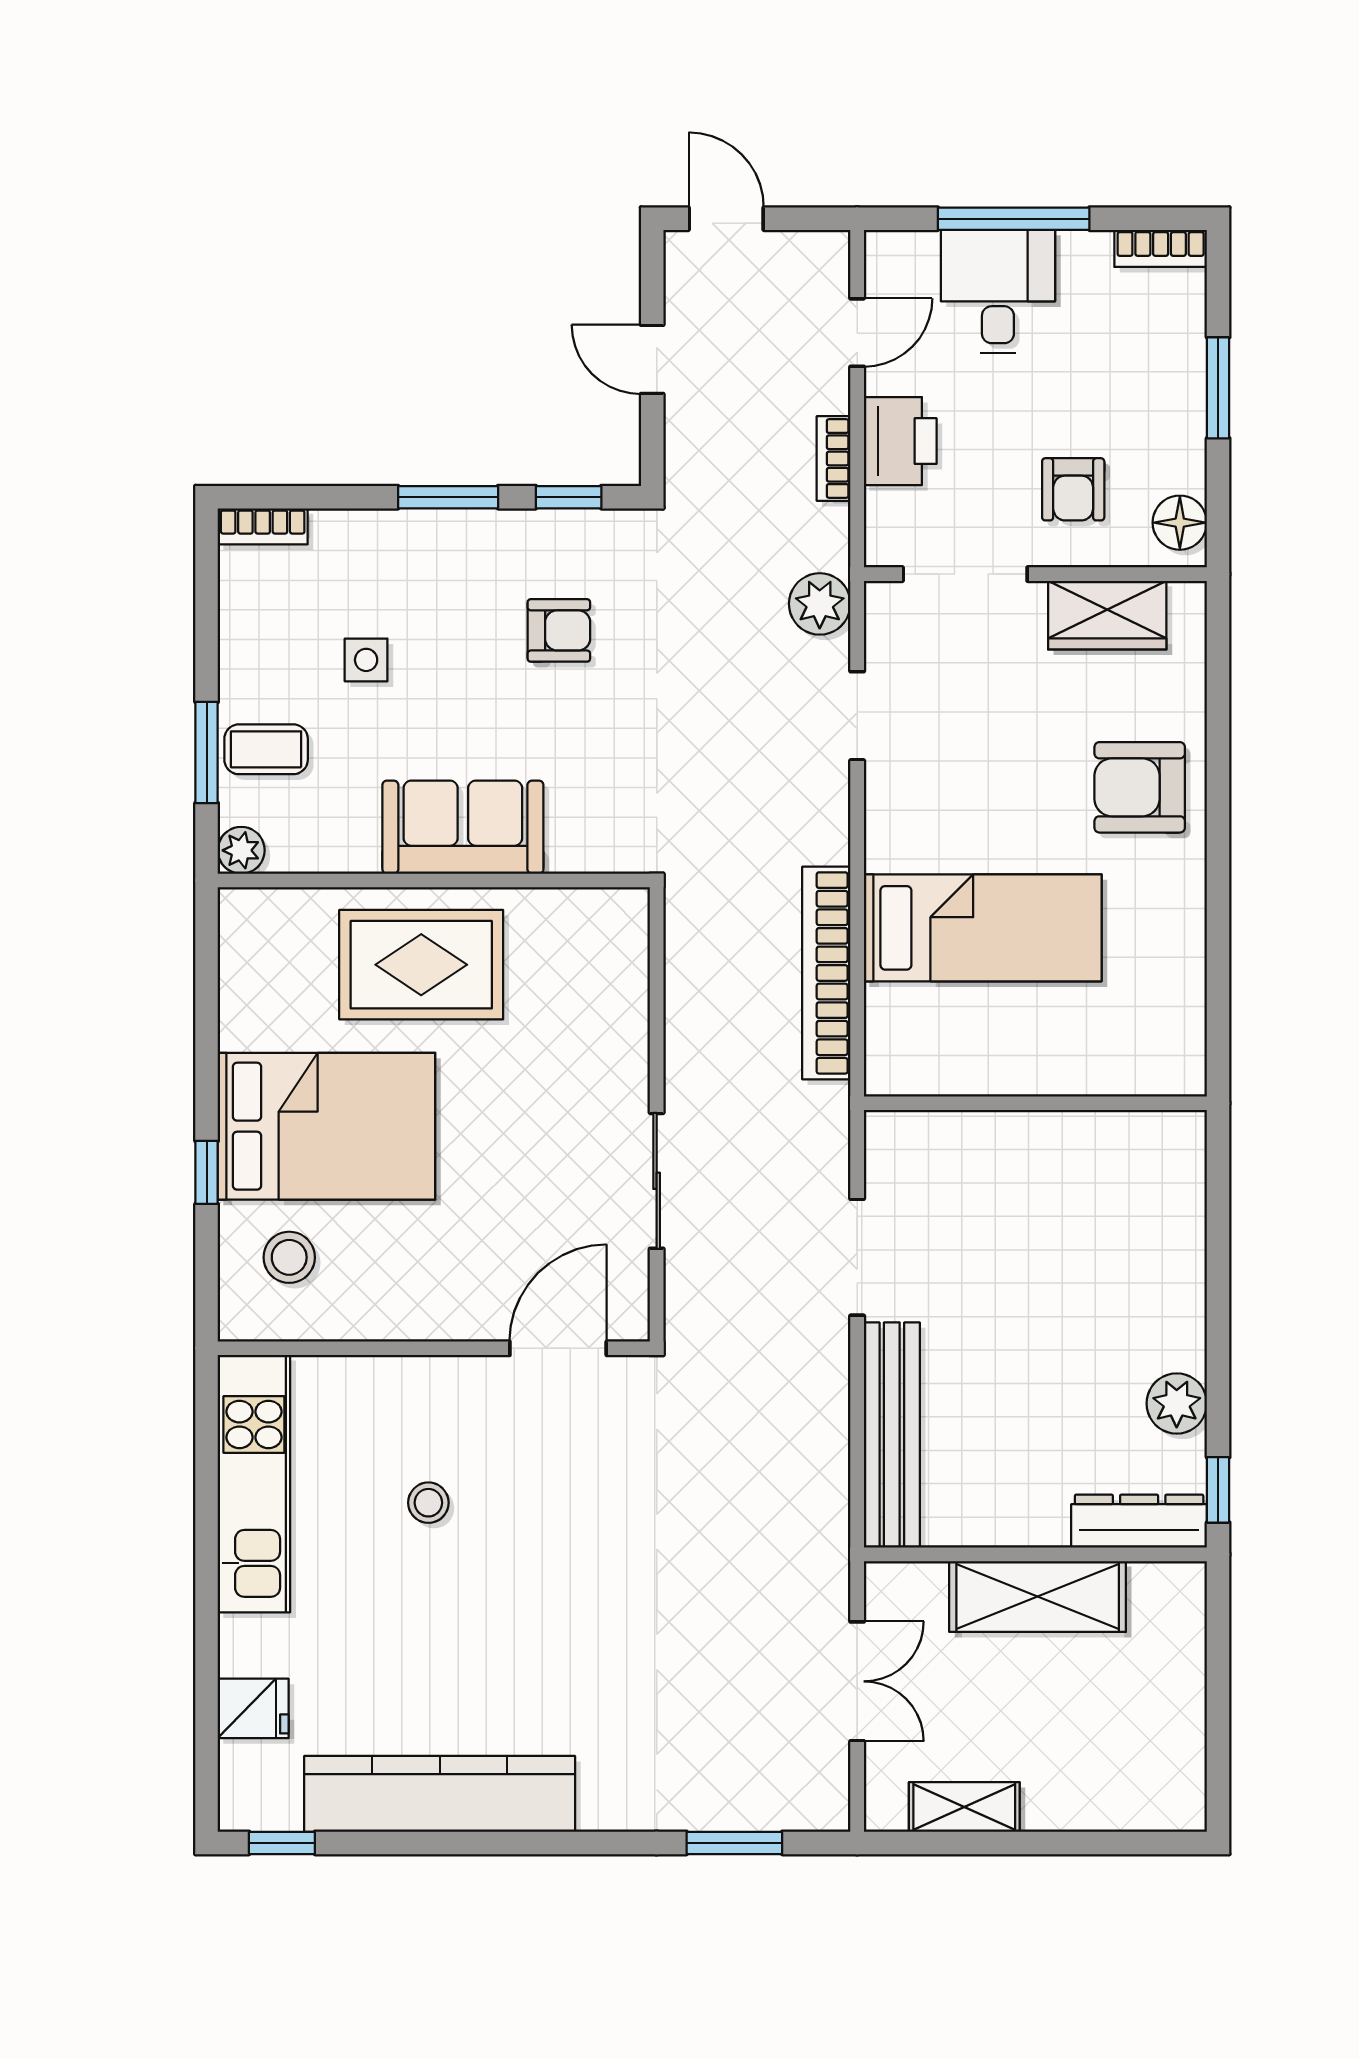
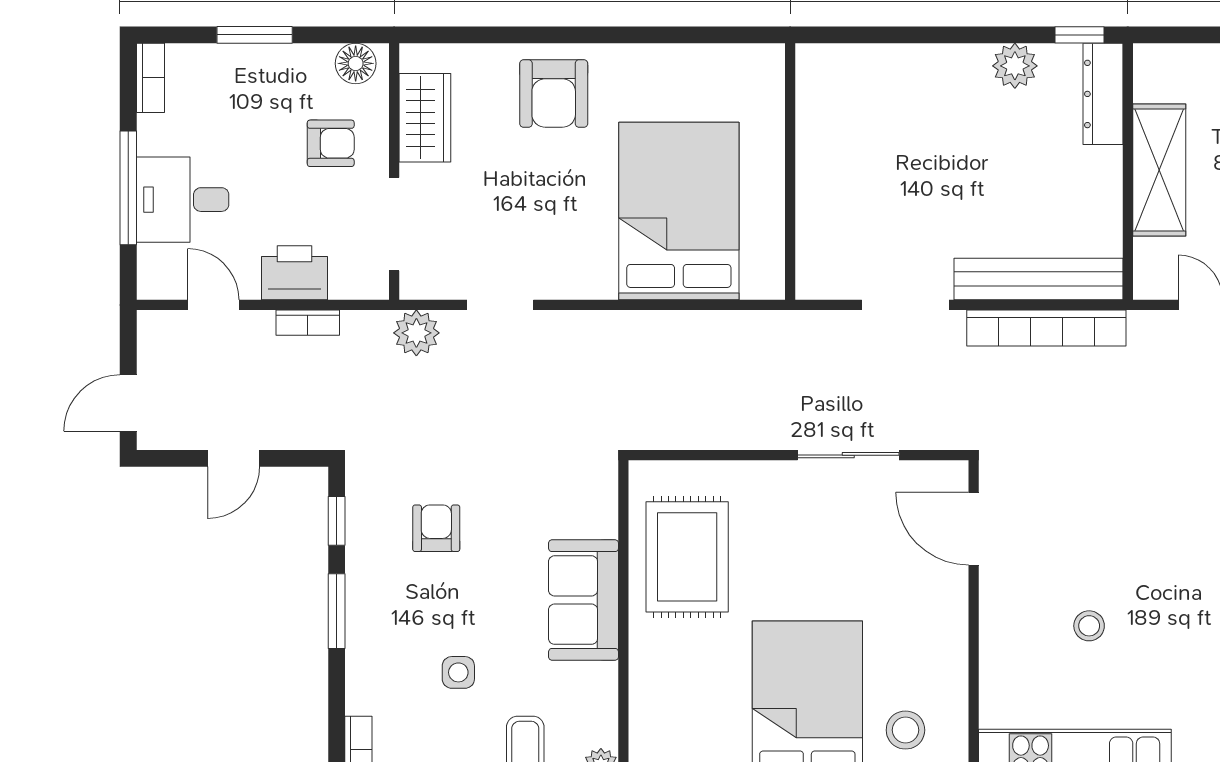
bed: (983, 928) -> (679, 211), width x1.50
rug: (421, 965) -> (687, 557), moved
bookcase: (826, 973) -> (1046, 328), moved

